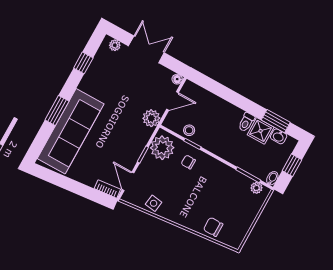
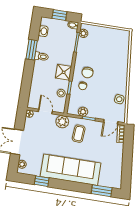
window: (57, 111) -> (102, 191), moved
window: (276, 121) -> (32, 50), moved
sofa: (71, 131) -> (71, 170), moved
shower: (261, 131) -> (64, 72), moved
coffee table: (128, 134) -> (79, 134), added
plant: (162, 148) -> (83, 112), width x0.53, depth x0.53
chair: (213, 227) -> (88, 73), moved

